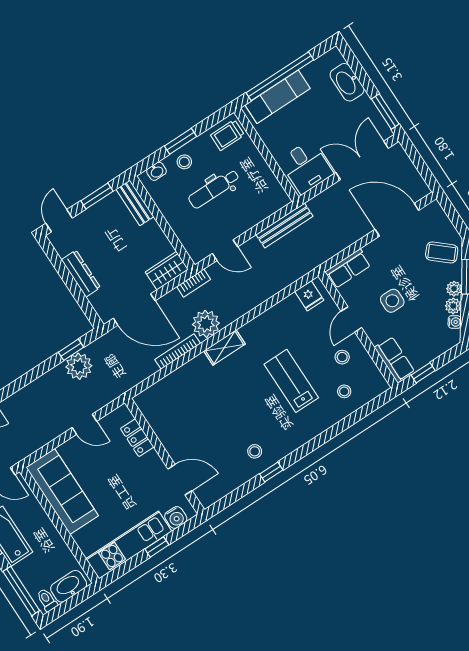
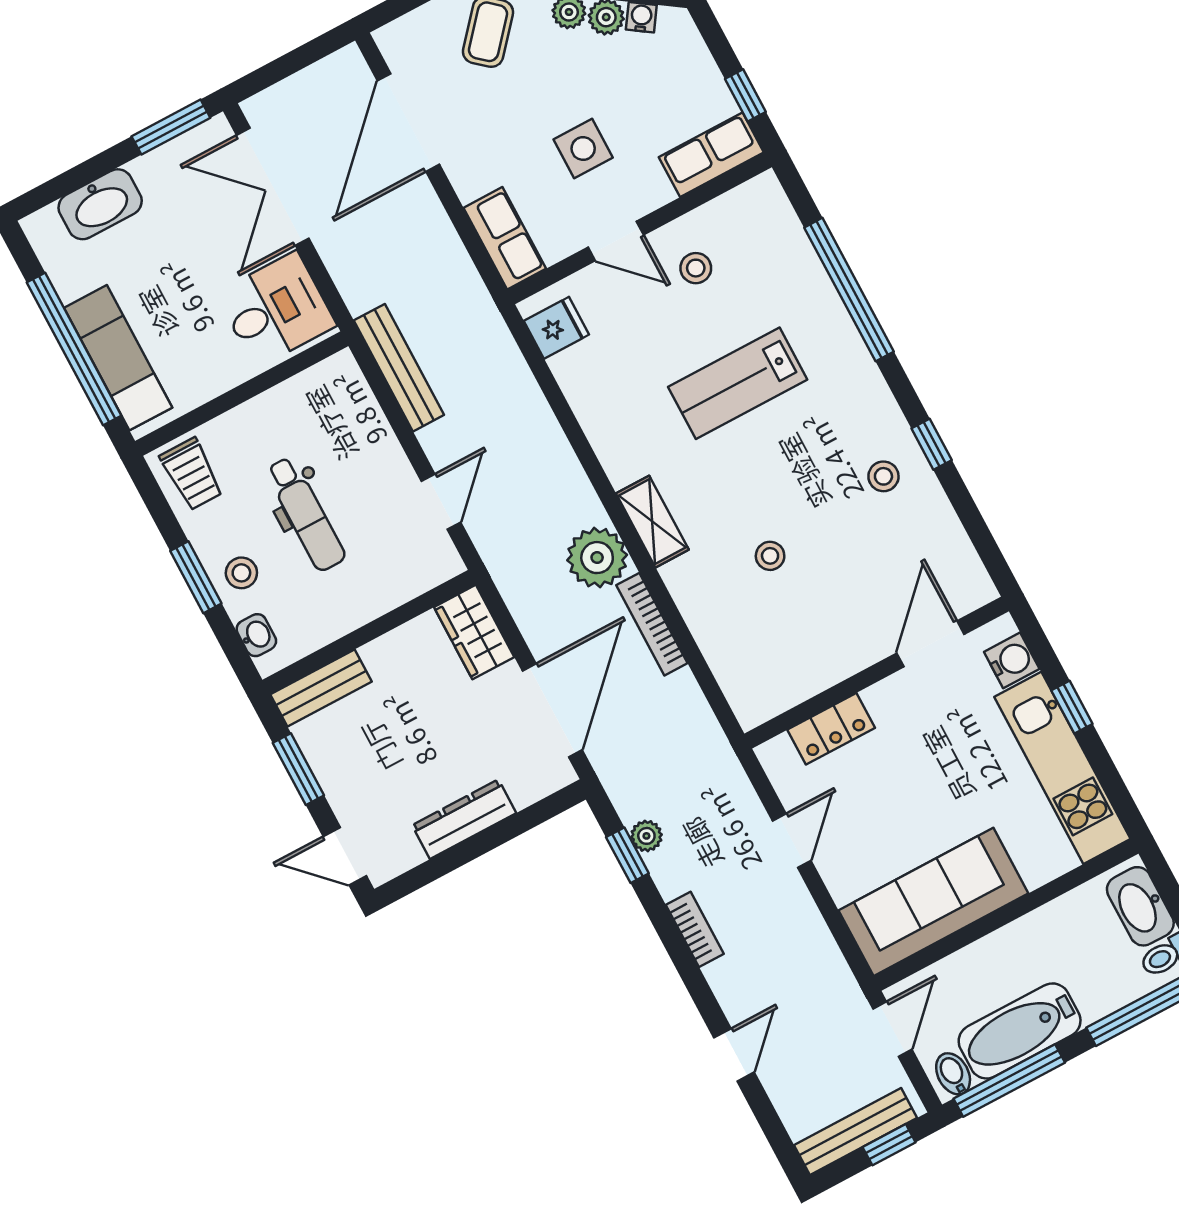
bookcase: (194, 283) -> (695, 929), moved
plant: (79, 366) -> (646, 836), width x0.53, depth x0.53
stool: (344, 391) -> (770, 556), moved
window: (339, 428) -> (849, 290), added

